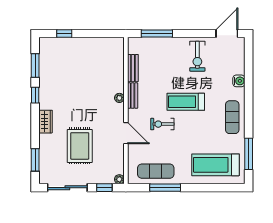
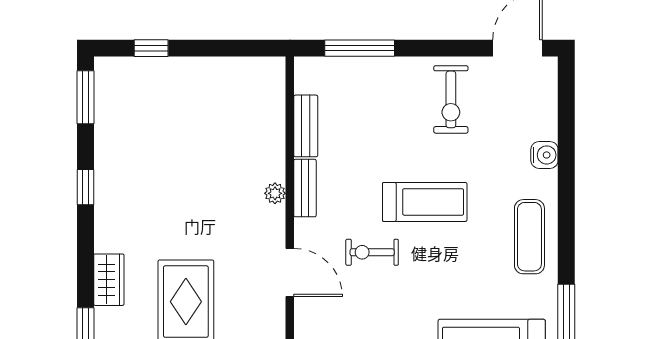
window: (35, 66) -> (85, 97), moved
treadmill: (186, 102) -> (425, 202), turned 180
wardrobe: (46, 122) -> (109, 280), moved

